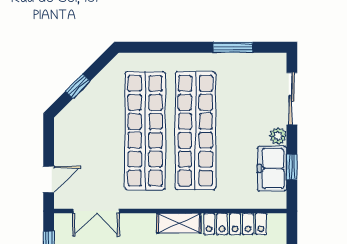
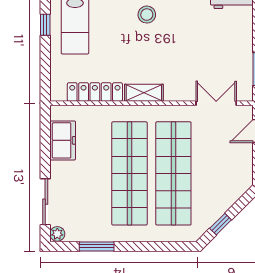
window: (78, 86) -> (221, 224), moved
plant: (278, 136) -> (57, 234), moved
window: (292, 167) -> (45, 142), removed

